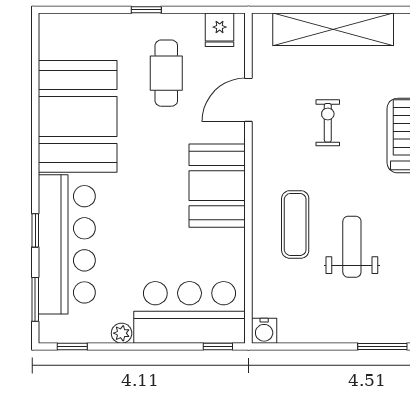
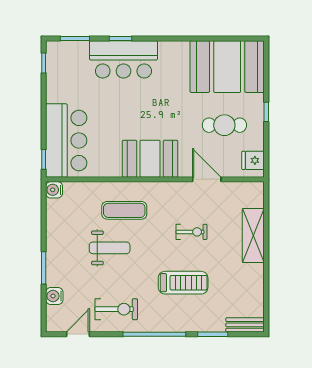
shelving: (333, 29) -> (253, 235), width x0.68
booth: (78, 116) -> (227, 67), moved
bar counter: (67, 244) -> (123, 59), width x0.73
plant: (122, 333) -> (52, 96), removed

